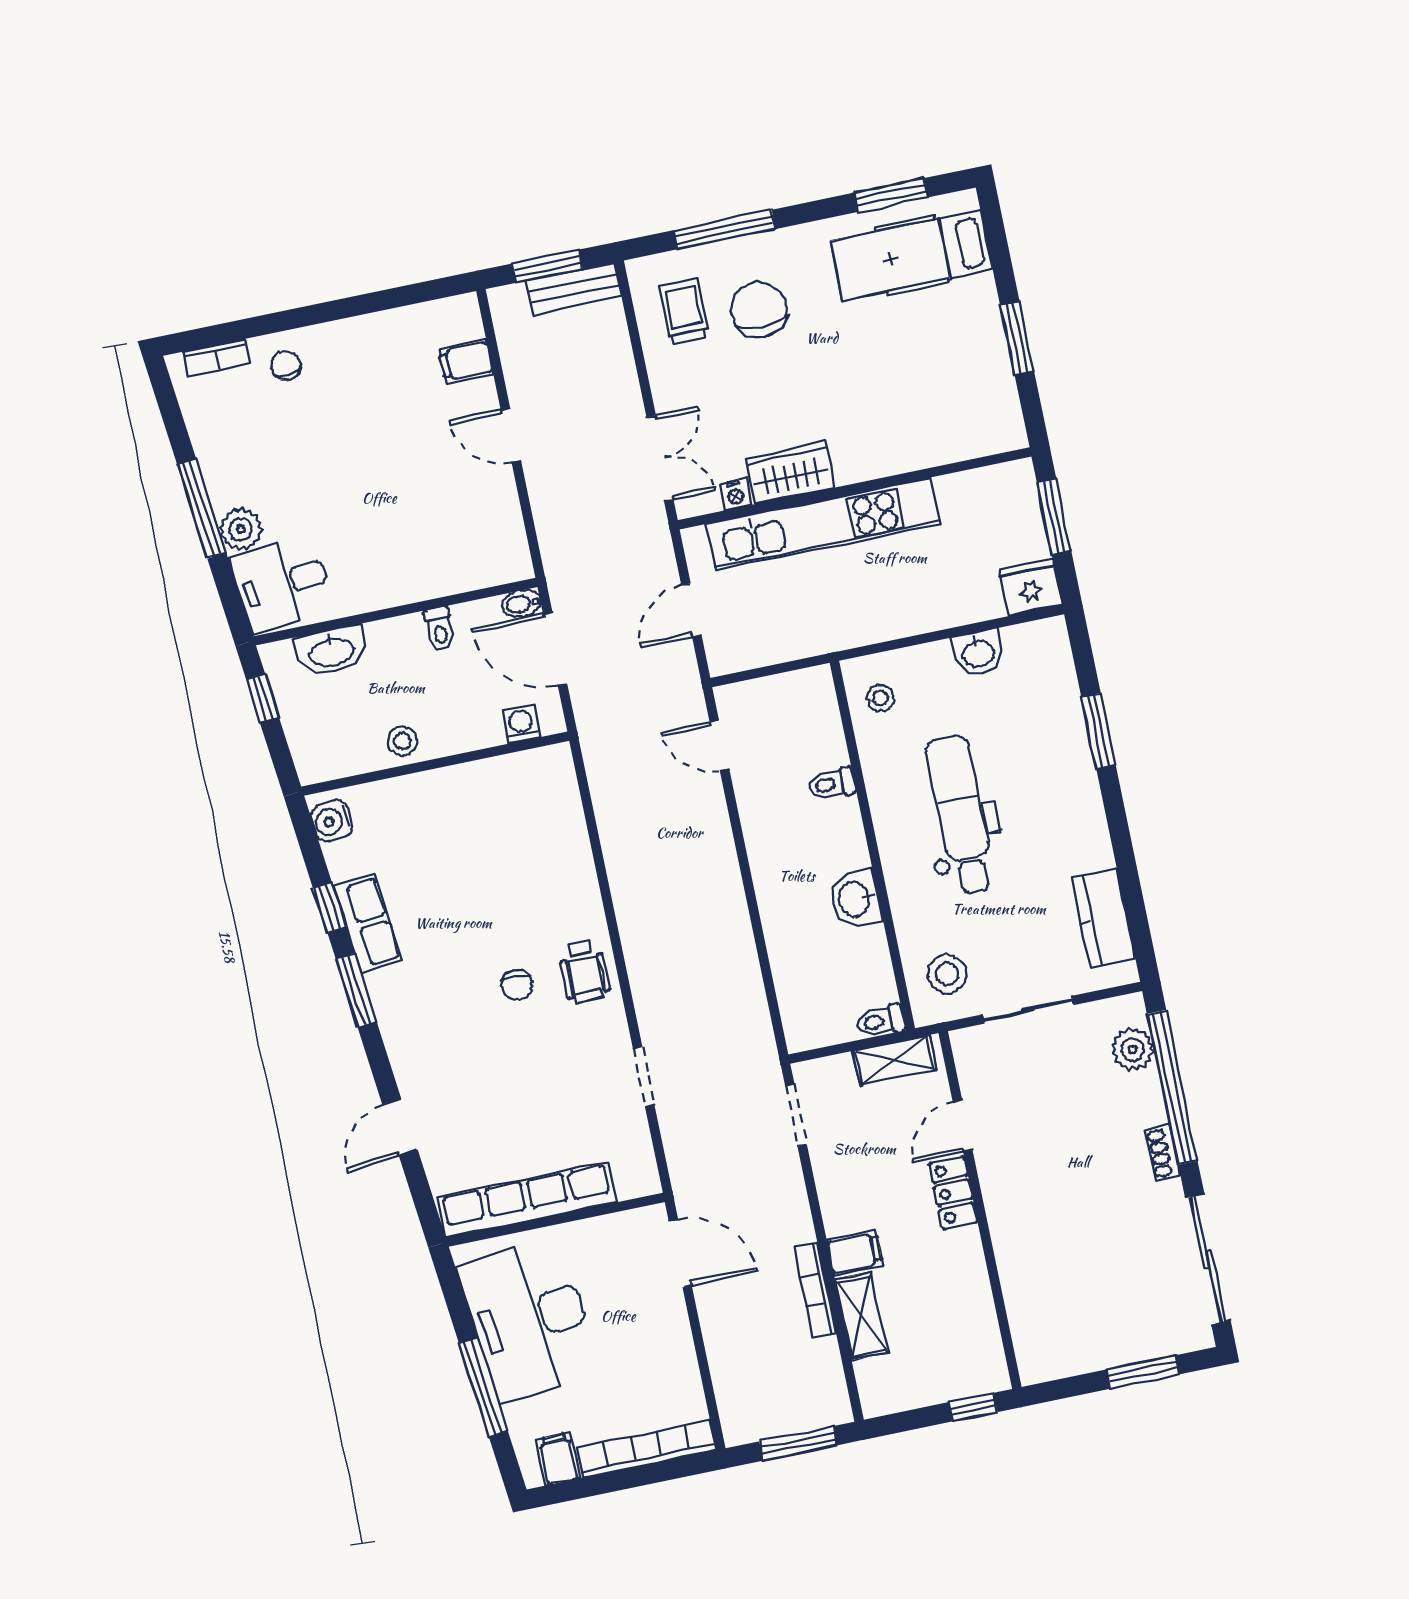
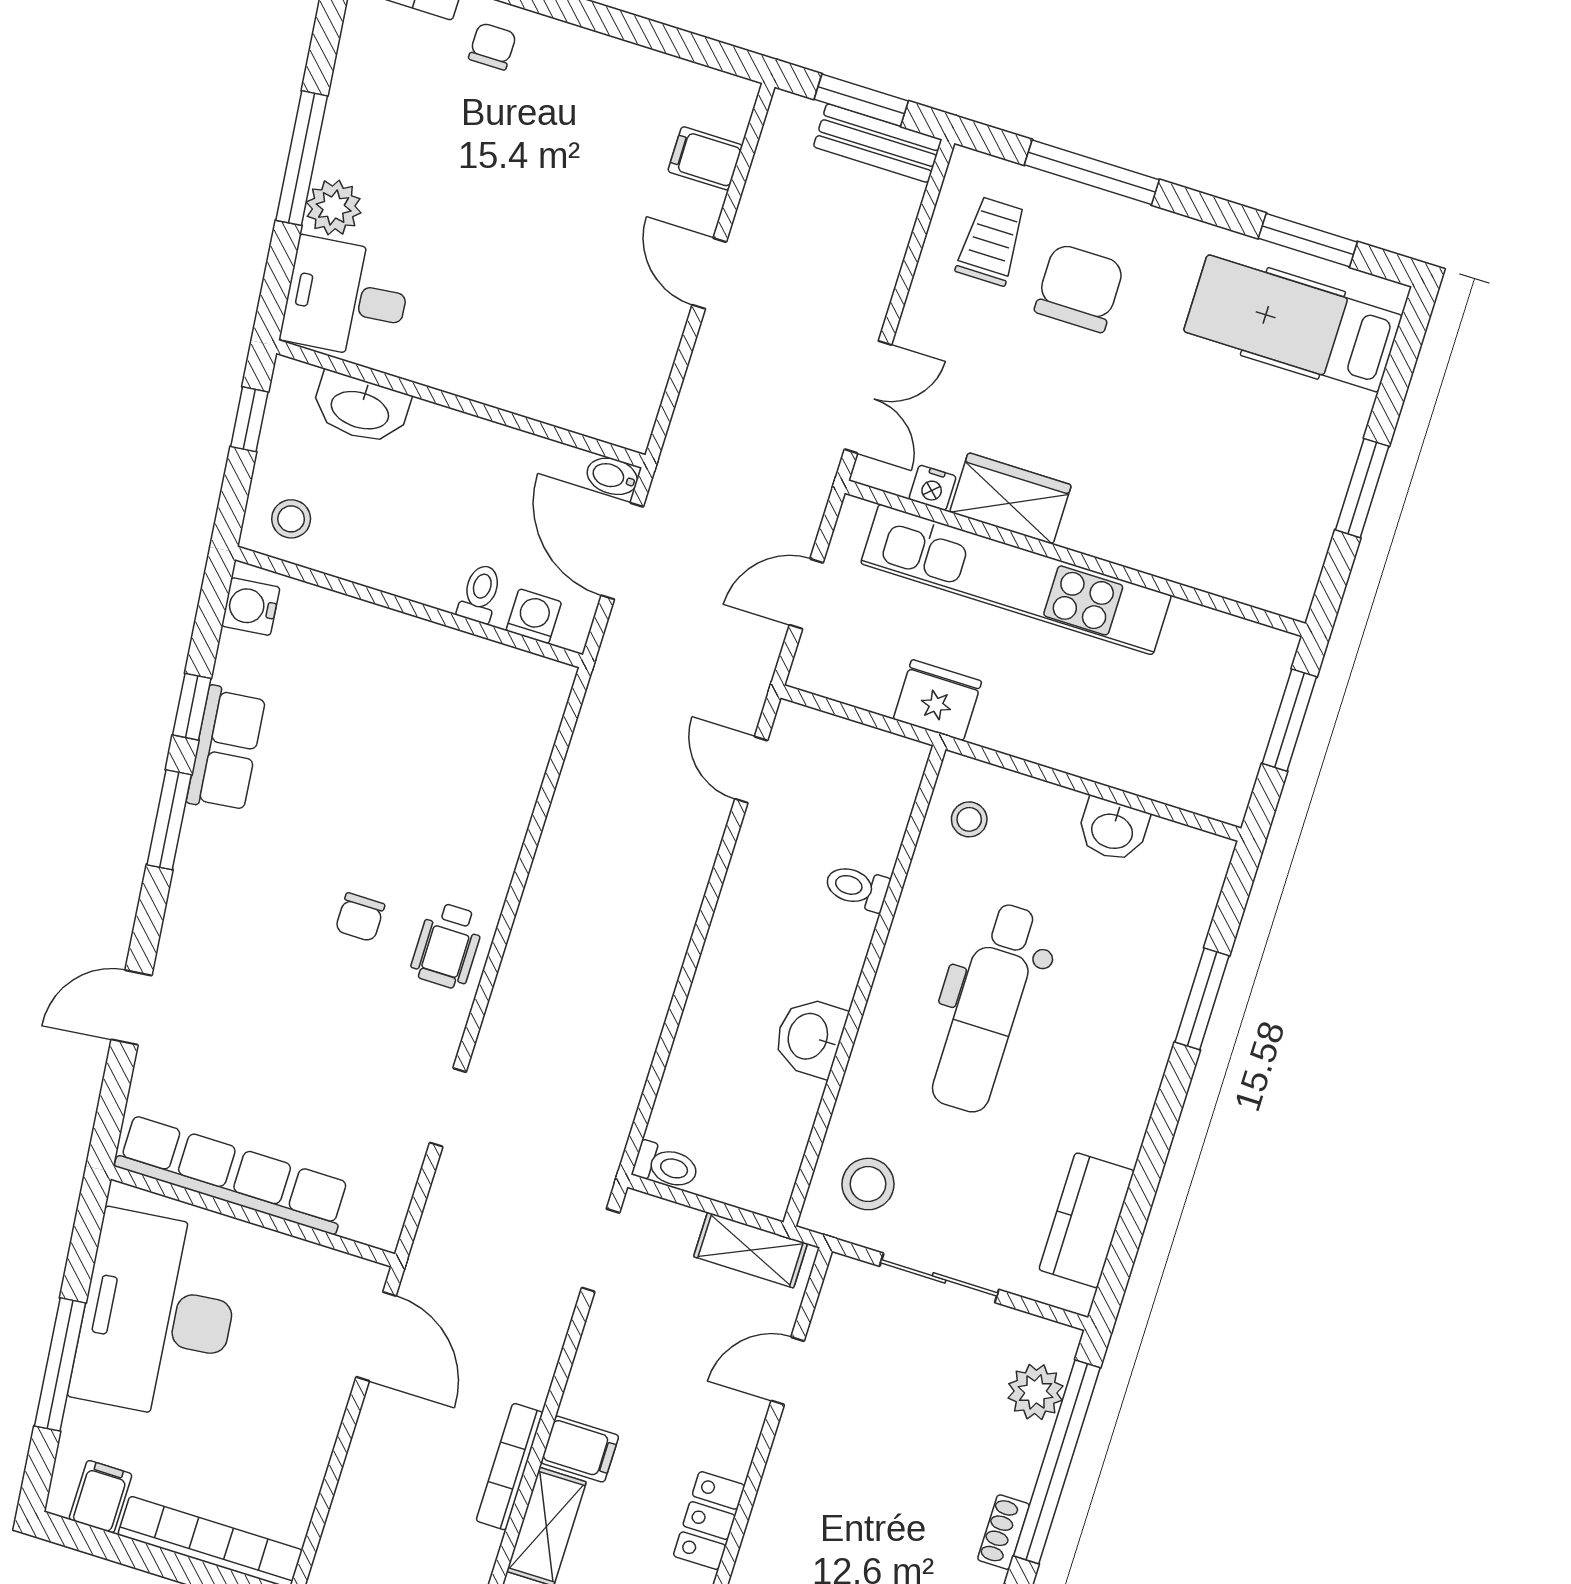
fridge: (1031, 587) -> (937, 700), moved
toilet: (439, 629) -> (480, 594), moved, turned 180
stool: (402, 741) -> (291, 519), moved
dental chair: (961, 815) -> (987, 1008), turned 180
toilet: (880, 1021) -> (666, 1166), moved, turned 180
locker: (953, 1193) -> (709, 1521), moved

